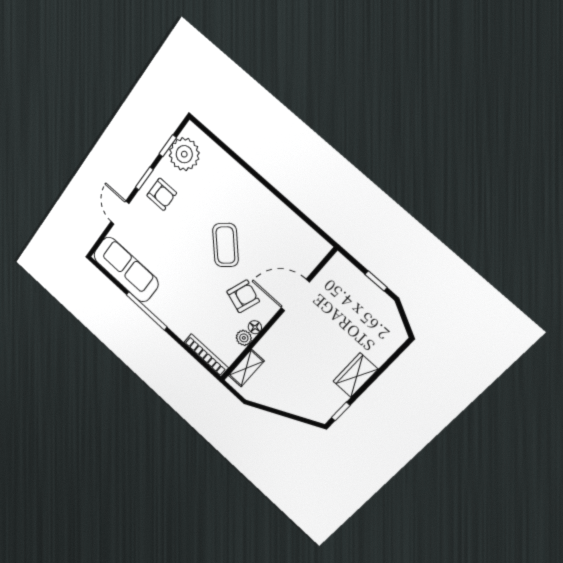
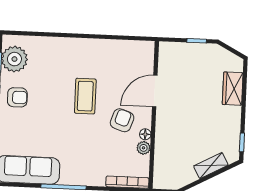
coffee table: (225, 245) -> (85, 96), turned 43
shelving: (246, 368) -> (211, 166), moved, turned 62
wardrobe: (355, 375) -> (233, 89), moved

